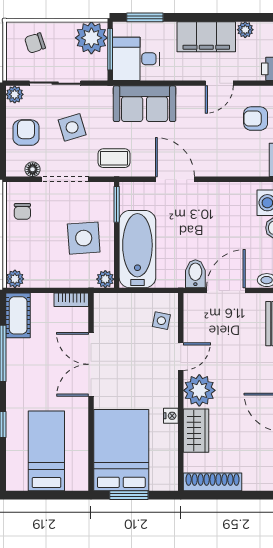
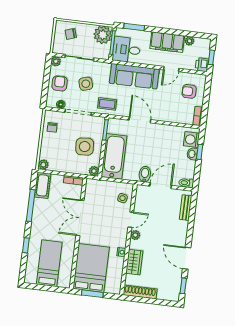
sofa: (145, 104) -> (134, 76), width x1.36
plant: (199, 390) -> (135, 235), width x0.53, depth x0.53

